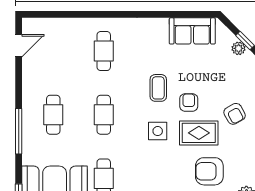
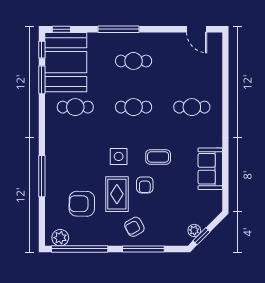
sofa: (192, 31) -> (210, 169), moved
armchair: (189, 102) -> (145, 185), turned 90
armchair: (209, 171) -> (82, 204), turned -89

